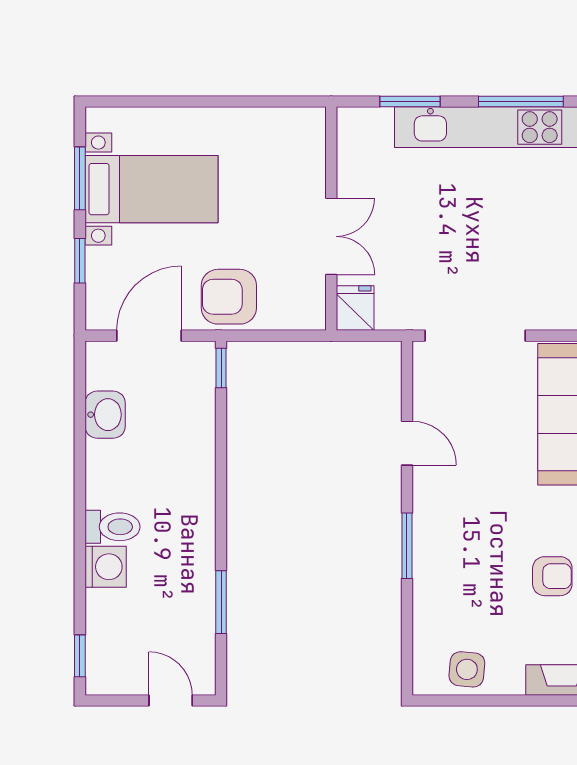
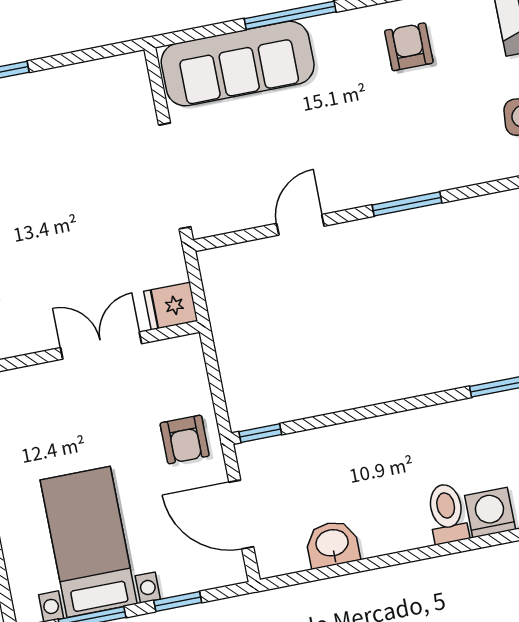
armchair: (229, 297) -> (185, 439), width x0.72, depth x0.72

